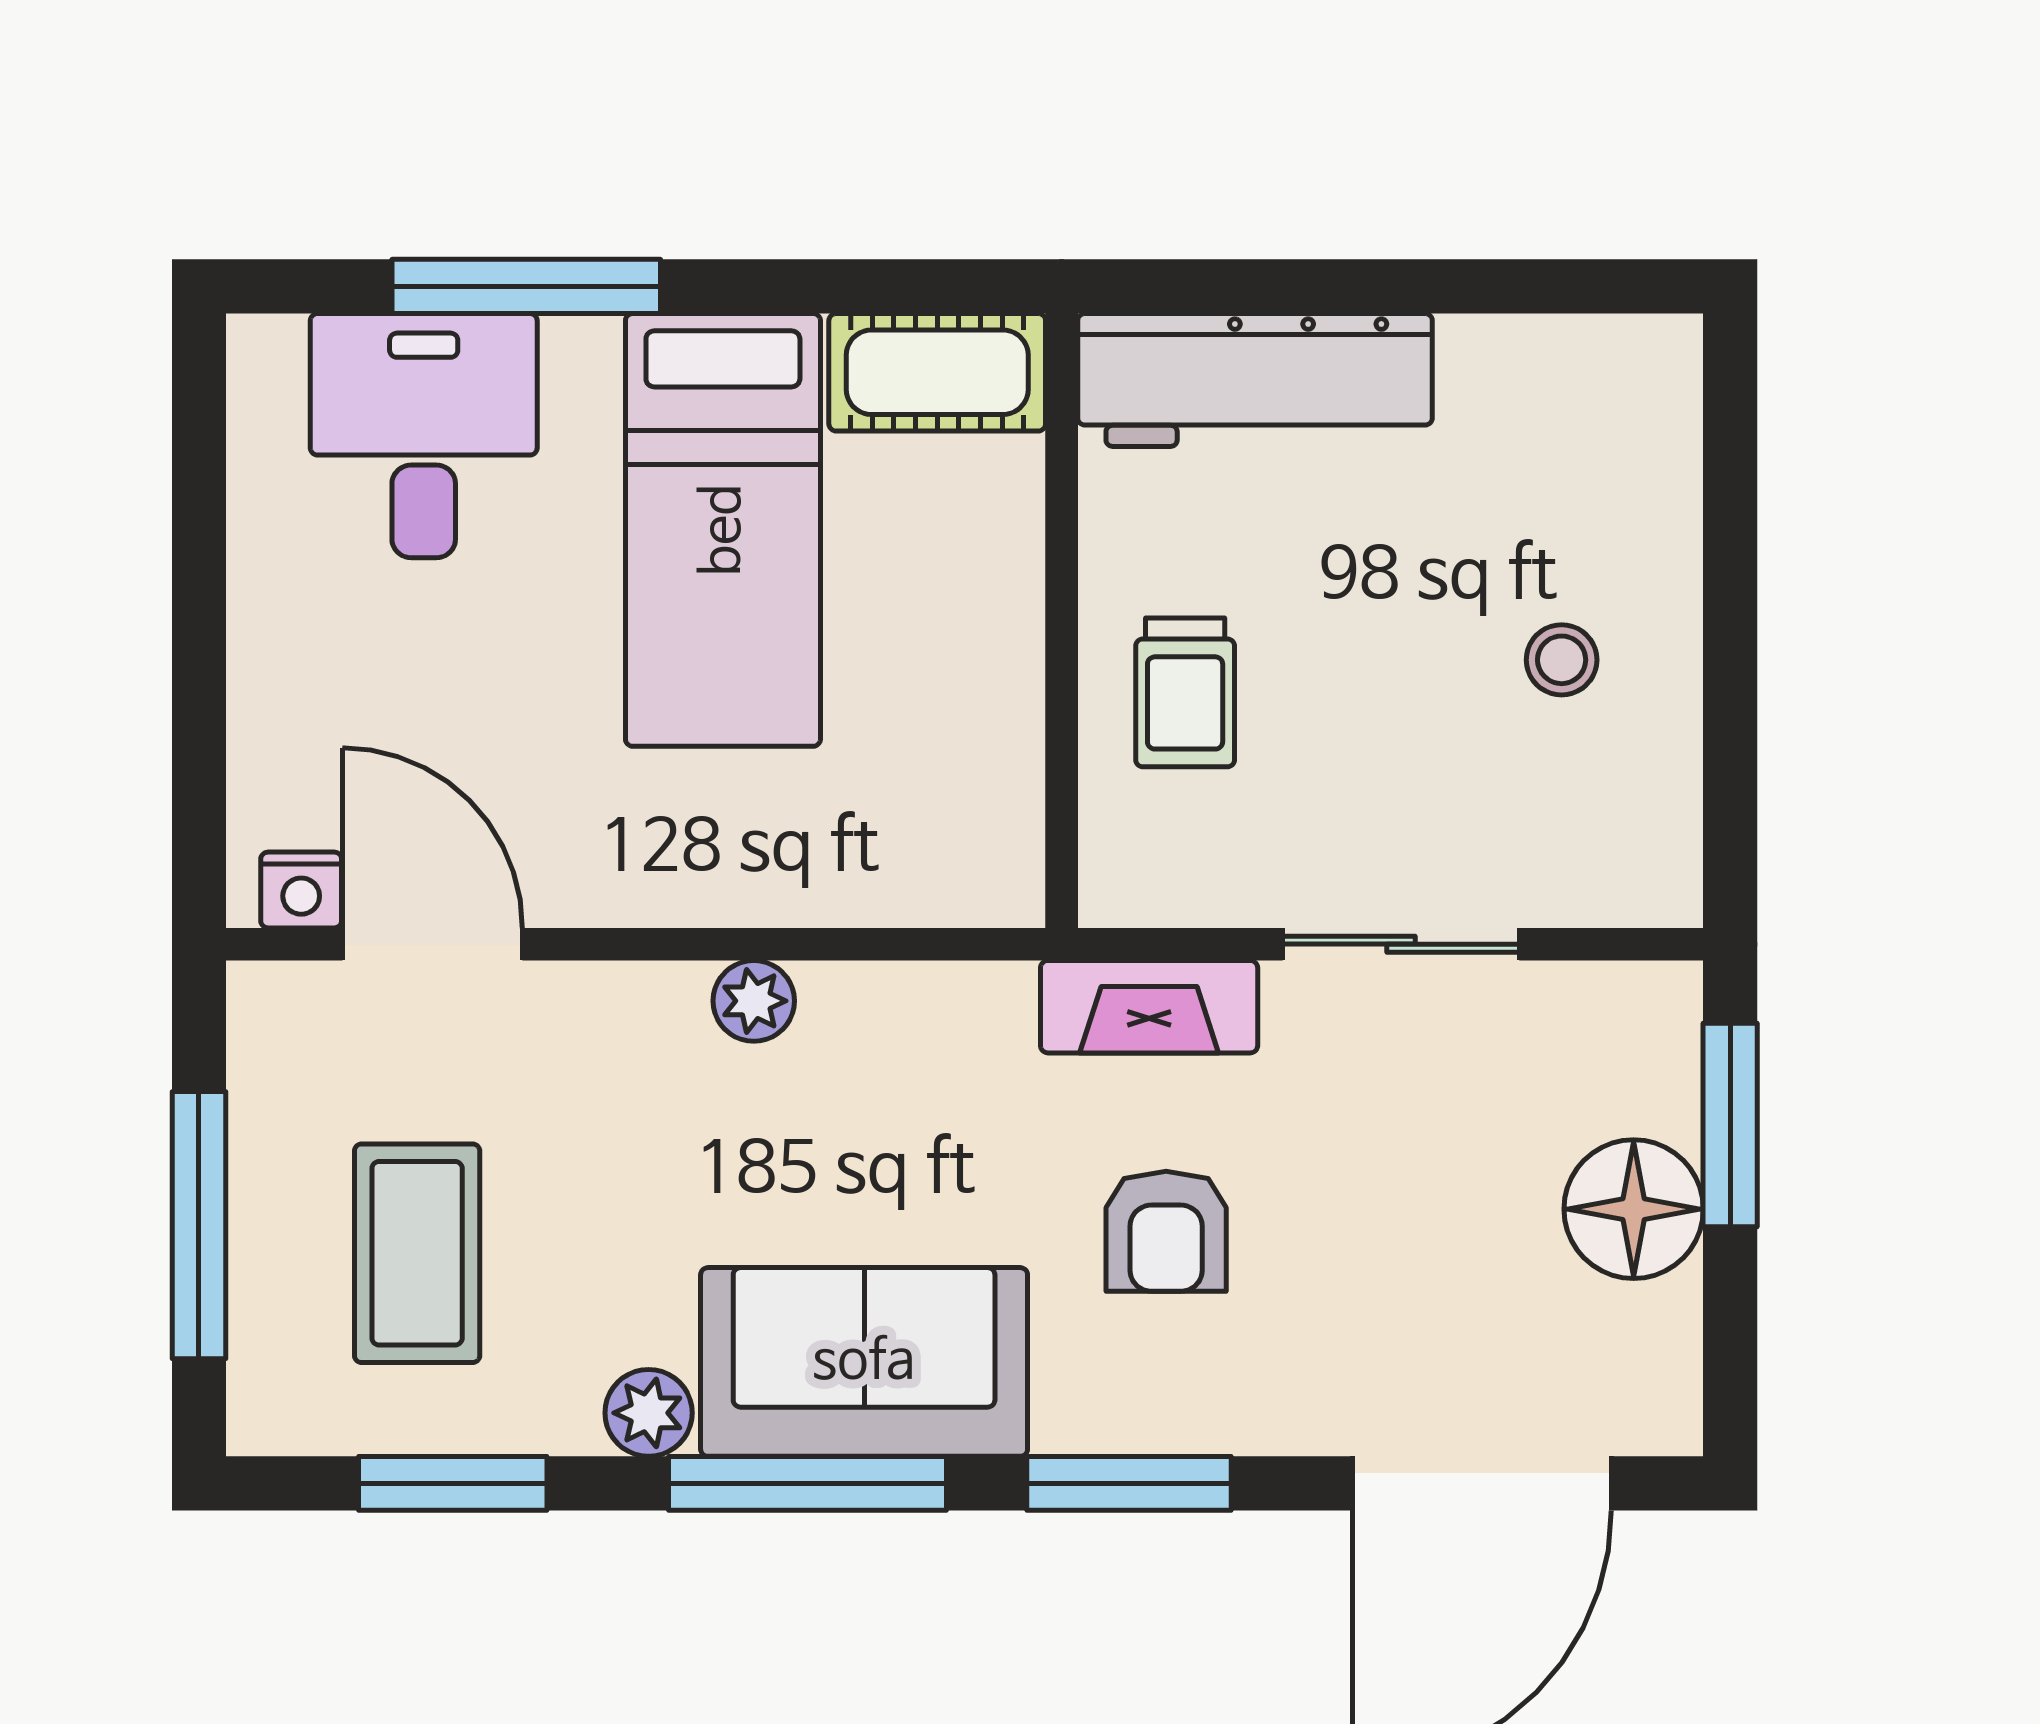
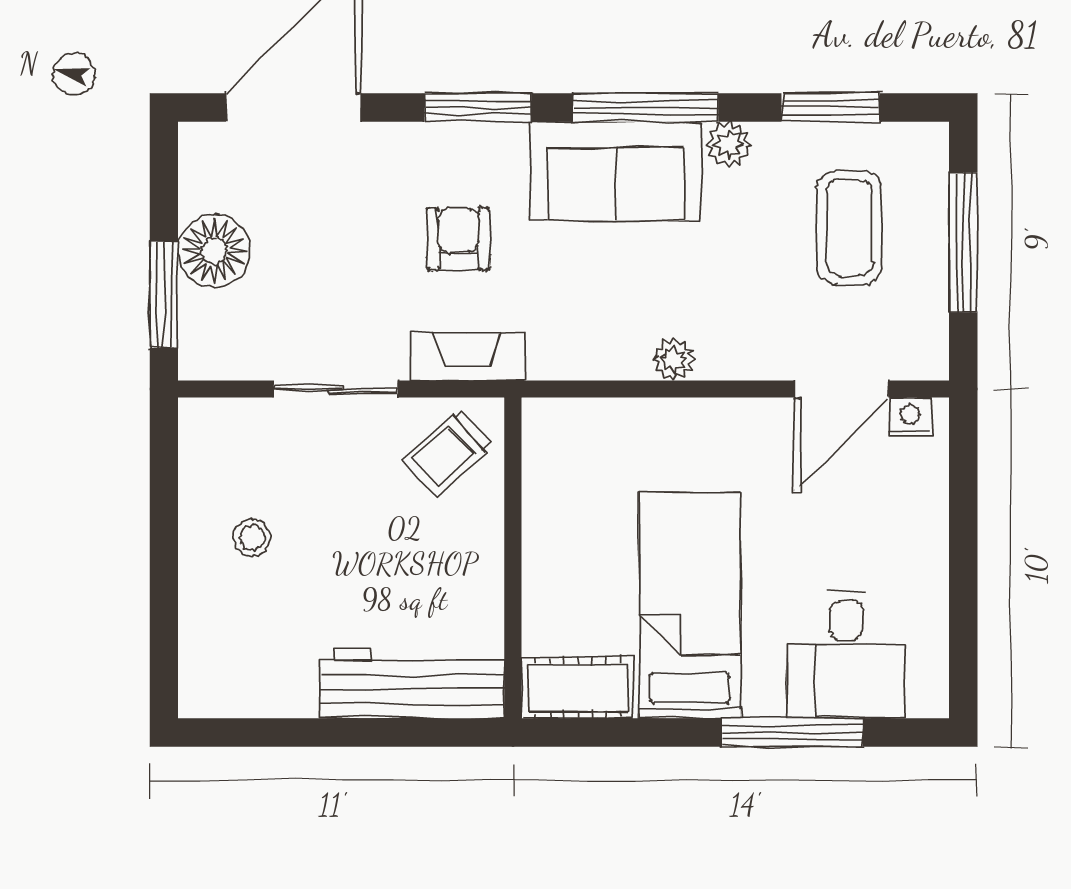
trolley: (1185, 692) -> (448, 452), moved, turned -132
door: (432, 944) -> (841, 389), hinge flipped

